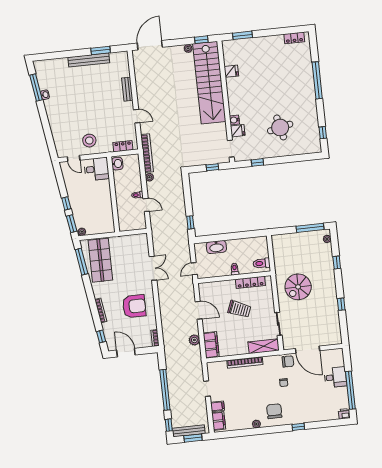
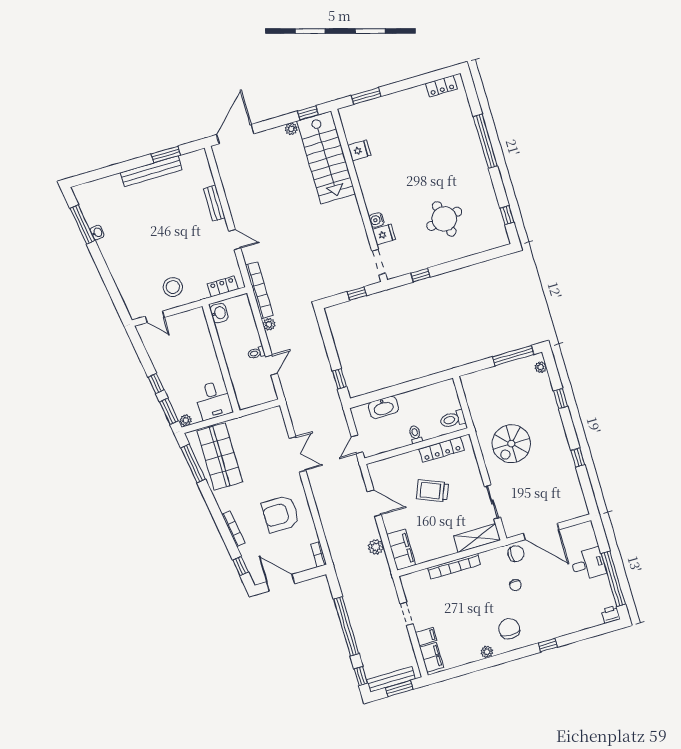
stairs: (209, 83) -> (326, 157), width x0.73
desk: (97, 169) -> (214, 400), moved, turned 90
door: (146, 205) -> (271, 365), hinge flipped
armchair: (134, 306) -> (280, 514), turned 180
trolley: (239, 309) -> (432, 491), turned 180

